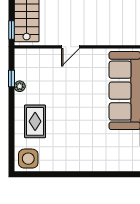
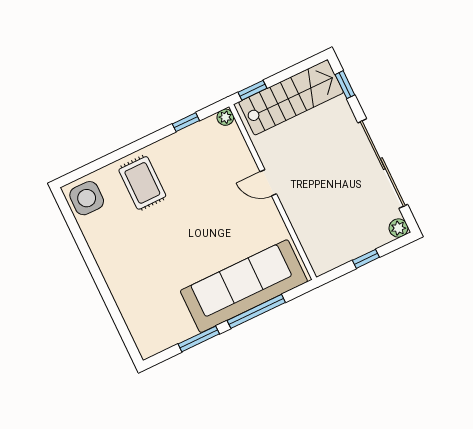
plant: (20, 86) -> (225, 117), moved
rug: (35, 121) -> (142, 183), turned 90

